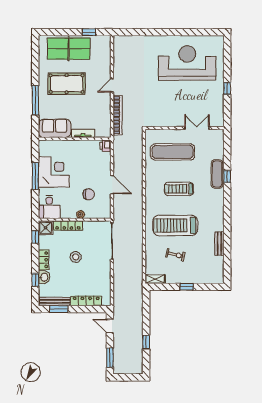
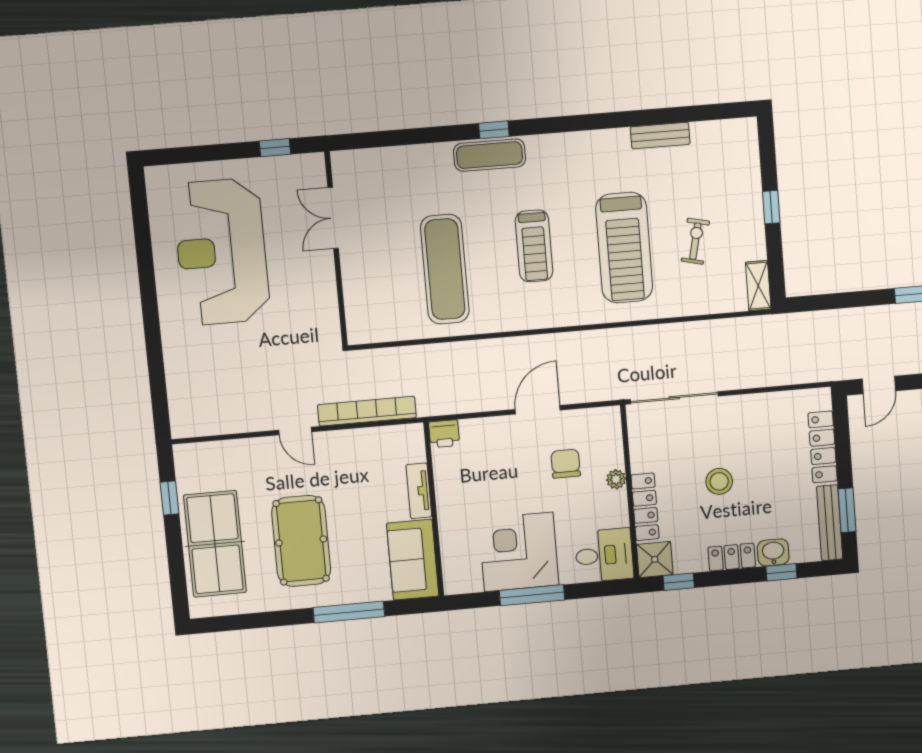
wall: (184, 128) -> (336, 249), moved
double door: (197, 128) -> (333, 218), moved

